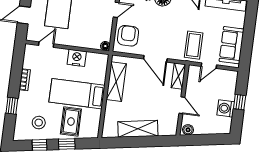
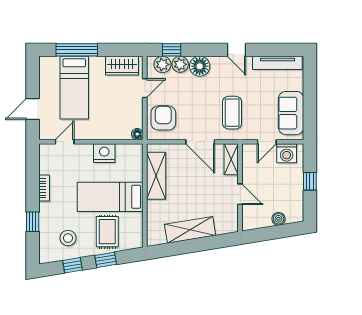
coffee table: (194, 45) -> (232, 113), moved
washing machine: (226, 108) -> (287, 153), moved, turned -90
boiler: (188, 130) -> (278, 219), moved

